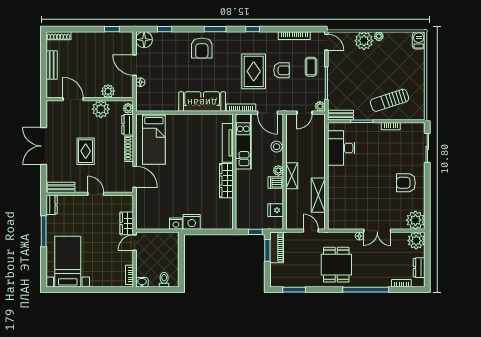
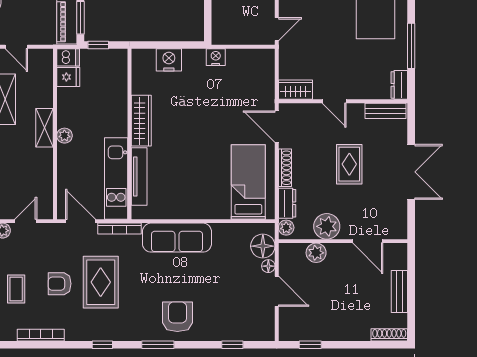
floor lamp: (144, 40) -> (263, 246), moved
stool: (277, 147) -> (67, 171), removed
dishwasher: (276, 183) -> (68, 57), moved
nightstand: (192, 222) -> (169, 60), moved
wardrobe: (127, 223) -> (295, 90), moved, turned -90

